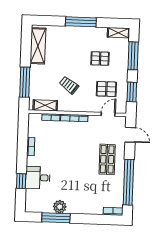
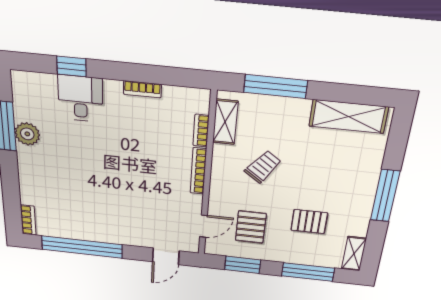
pallet: (100, 58) -> (309, 222), turned 90
door: (108, 114) -> (204, 226), hinge flipped
shop shelf: (107, 159) -> (121, 218), removed

